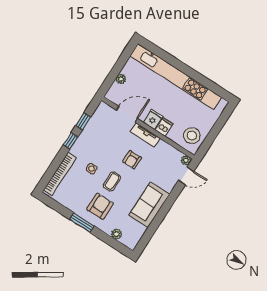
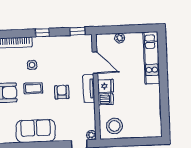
kitchen unit: (176, 77) -> (151, 58), width x0.54
window: (83, 121) -> (77, 31), moved
armchair: (132, 160) -> (62, 92), turned 90

